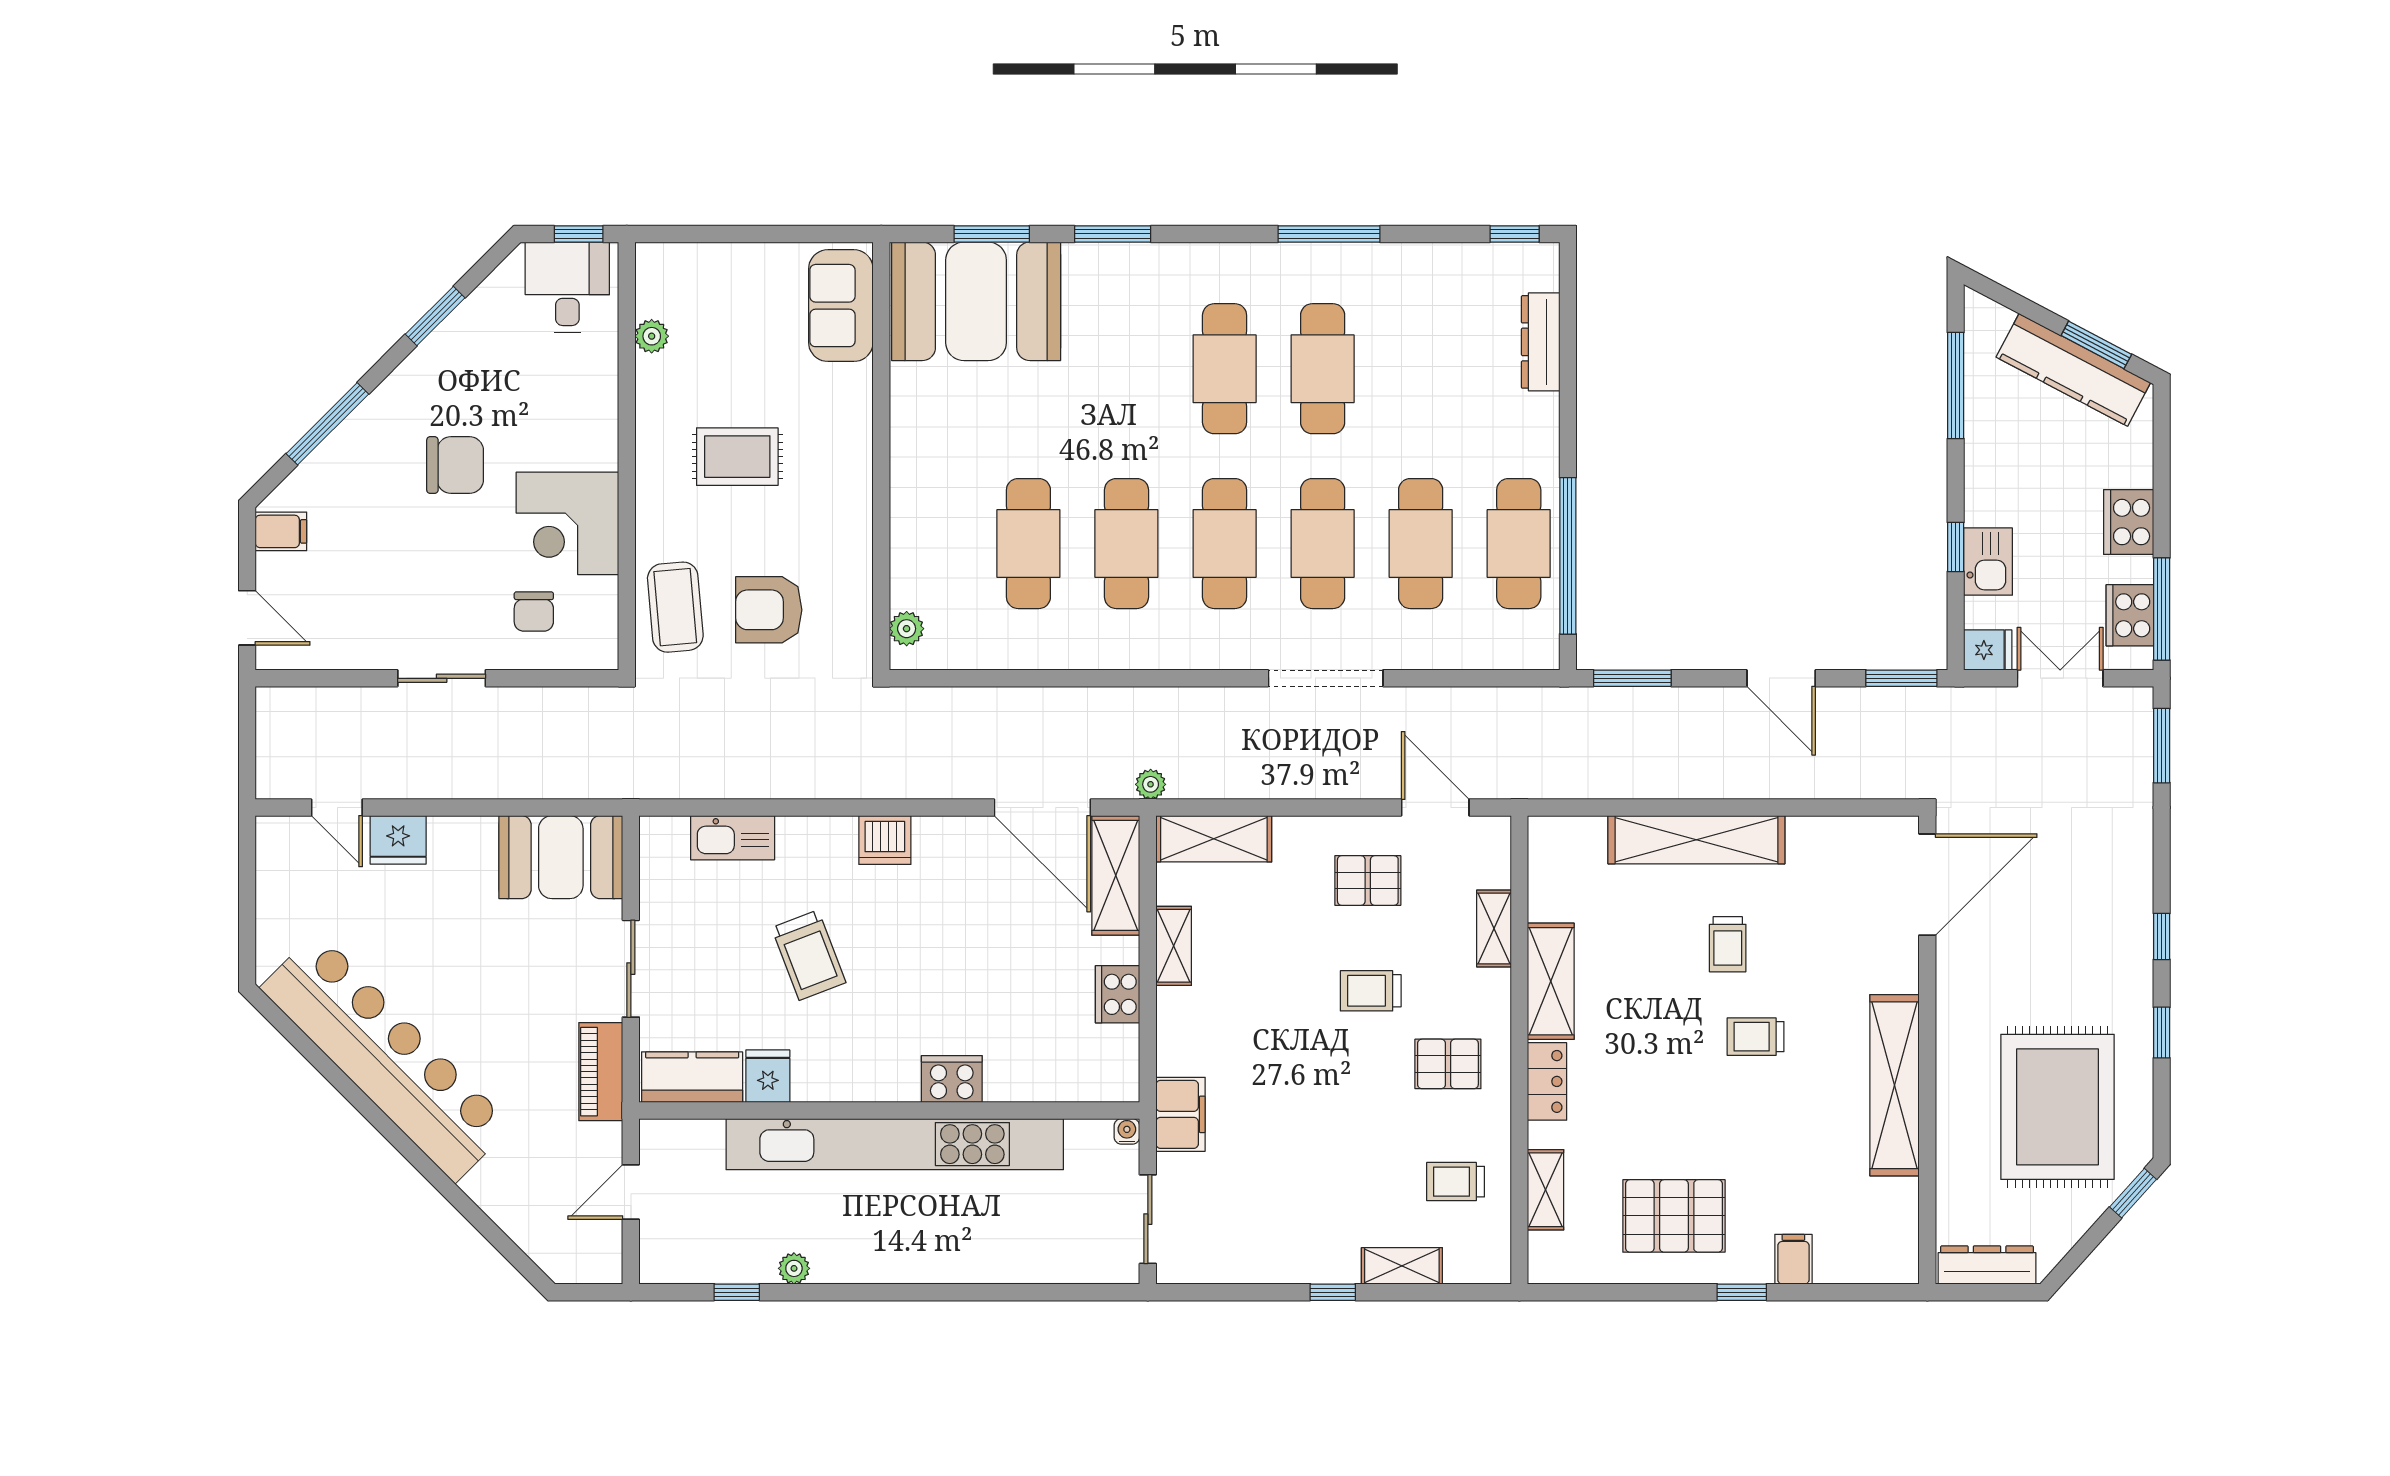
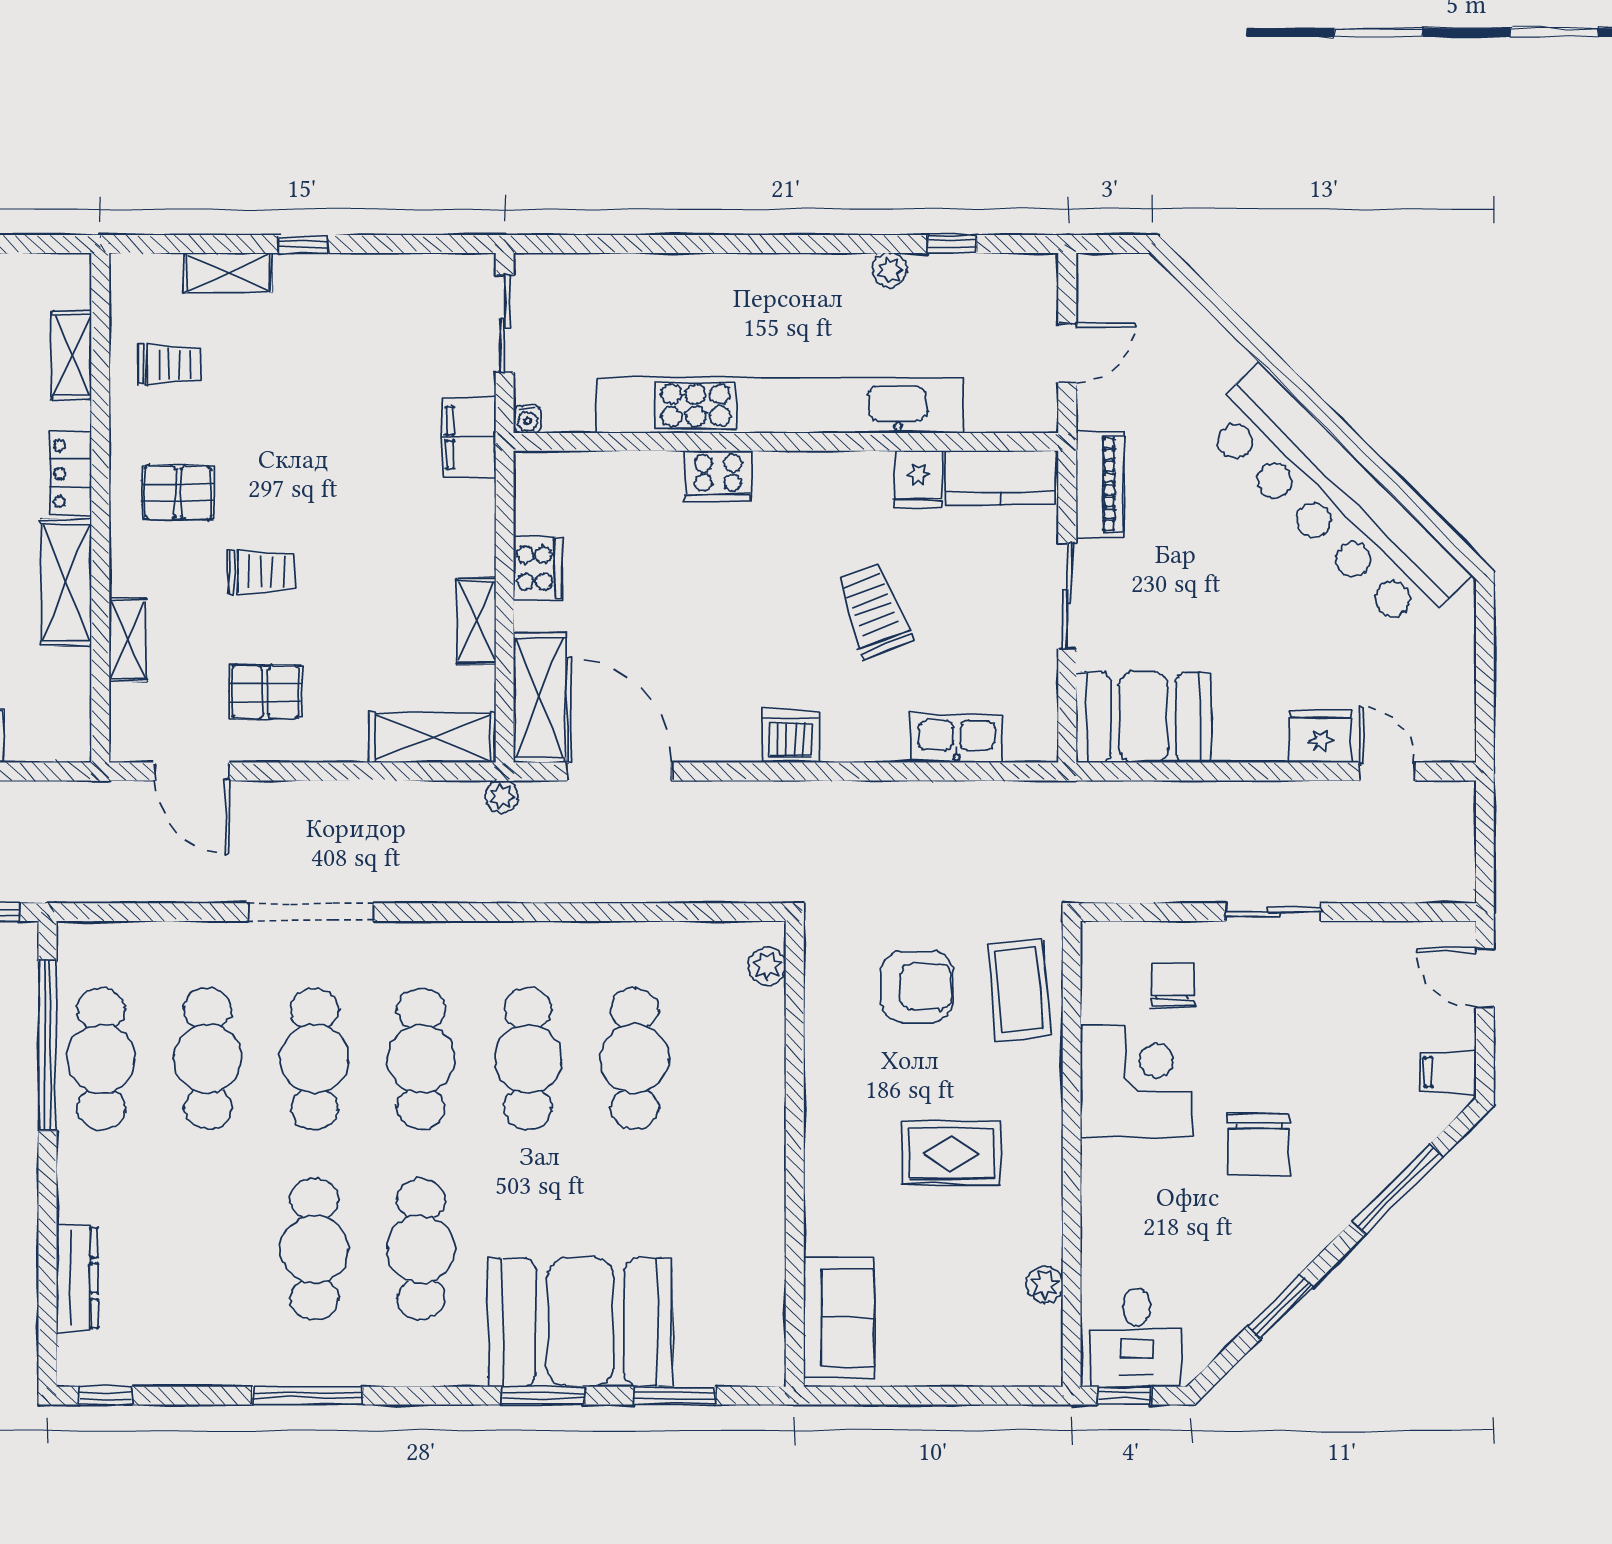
booth: (976, 301) -> (580, 1322), moved
chair: (455, 465) -> (1258, 1144), turned -90

